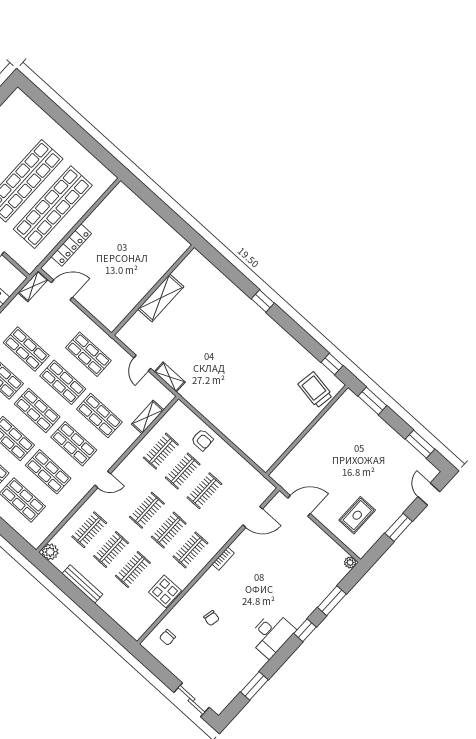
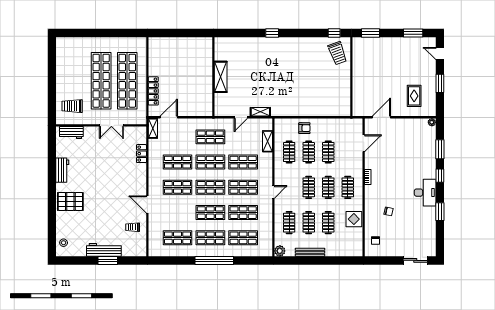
door: (142, 363) -> (241, 117), hinge flipped
trolley: (315, 390) -> (337, 53), turned -119
window: (254, 686) -> (440, 212), moved

